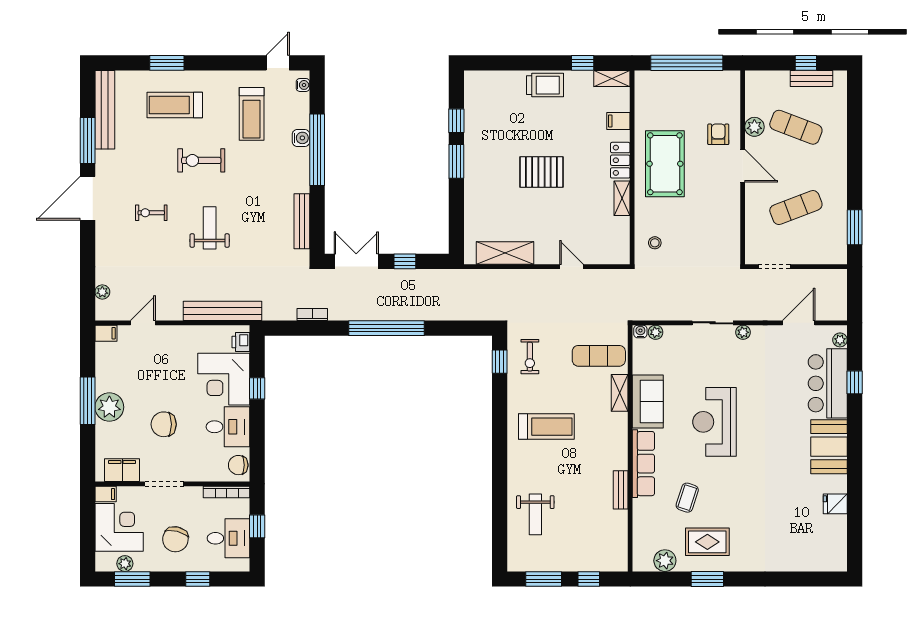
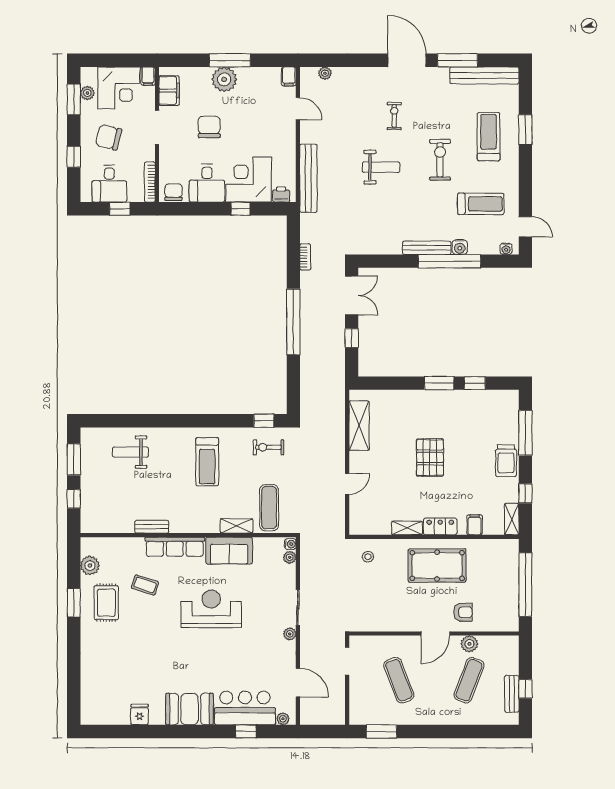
window: (513, 63) -> (525, 433), added
treadmill: (252, 114) -> (481, 204), turned 180
bench: (302, 221) -> (427, 248), moved

